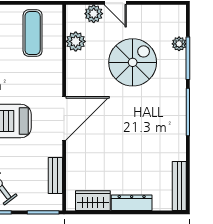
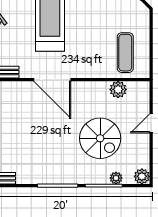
plant: (94, 14) -> (142, 176), moved
exercise mat: (33, 33) -> (125, 53), turned 90

